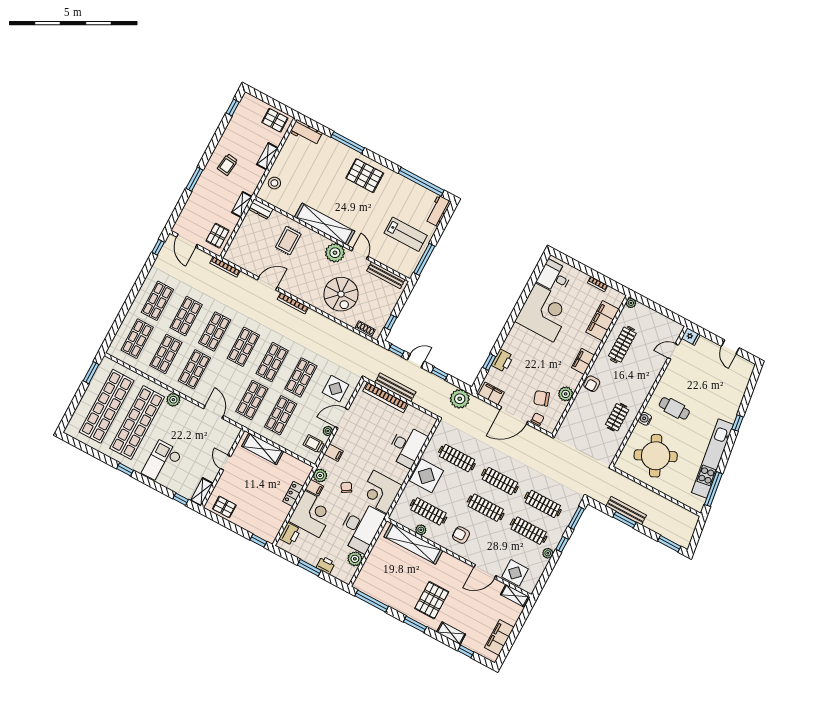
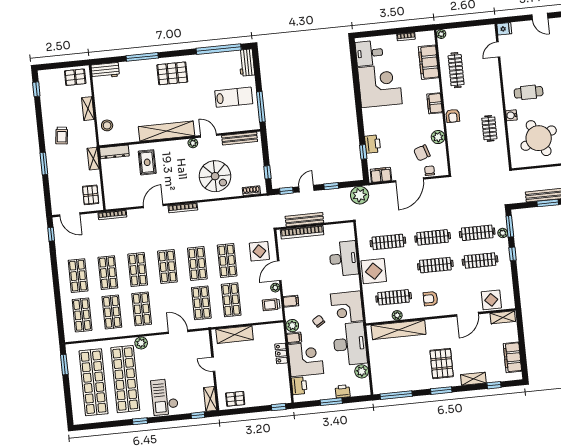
dresser: (261, 209) -> (114, 152), width x1.44
plant: (335, 253) -> (193, 143), width x0.53, depth x0.53
plant: (548, 553) -> (503, 233), moved

